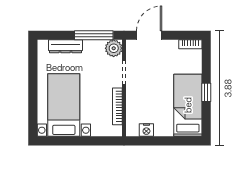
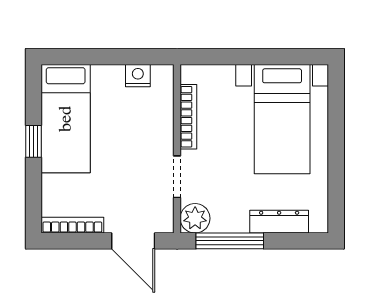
door: (149, 35) -> (133, 241), hinge flipped
bookcase: (190, 44) -> (72, 225), width x1.56

